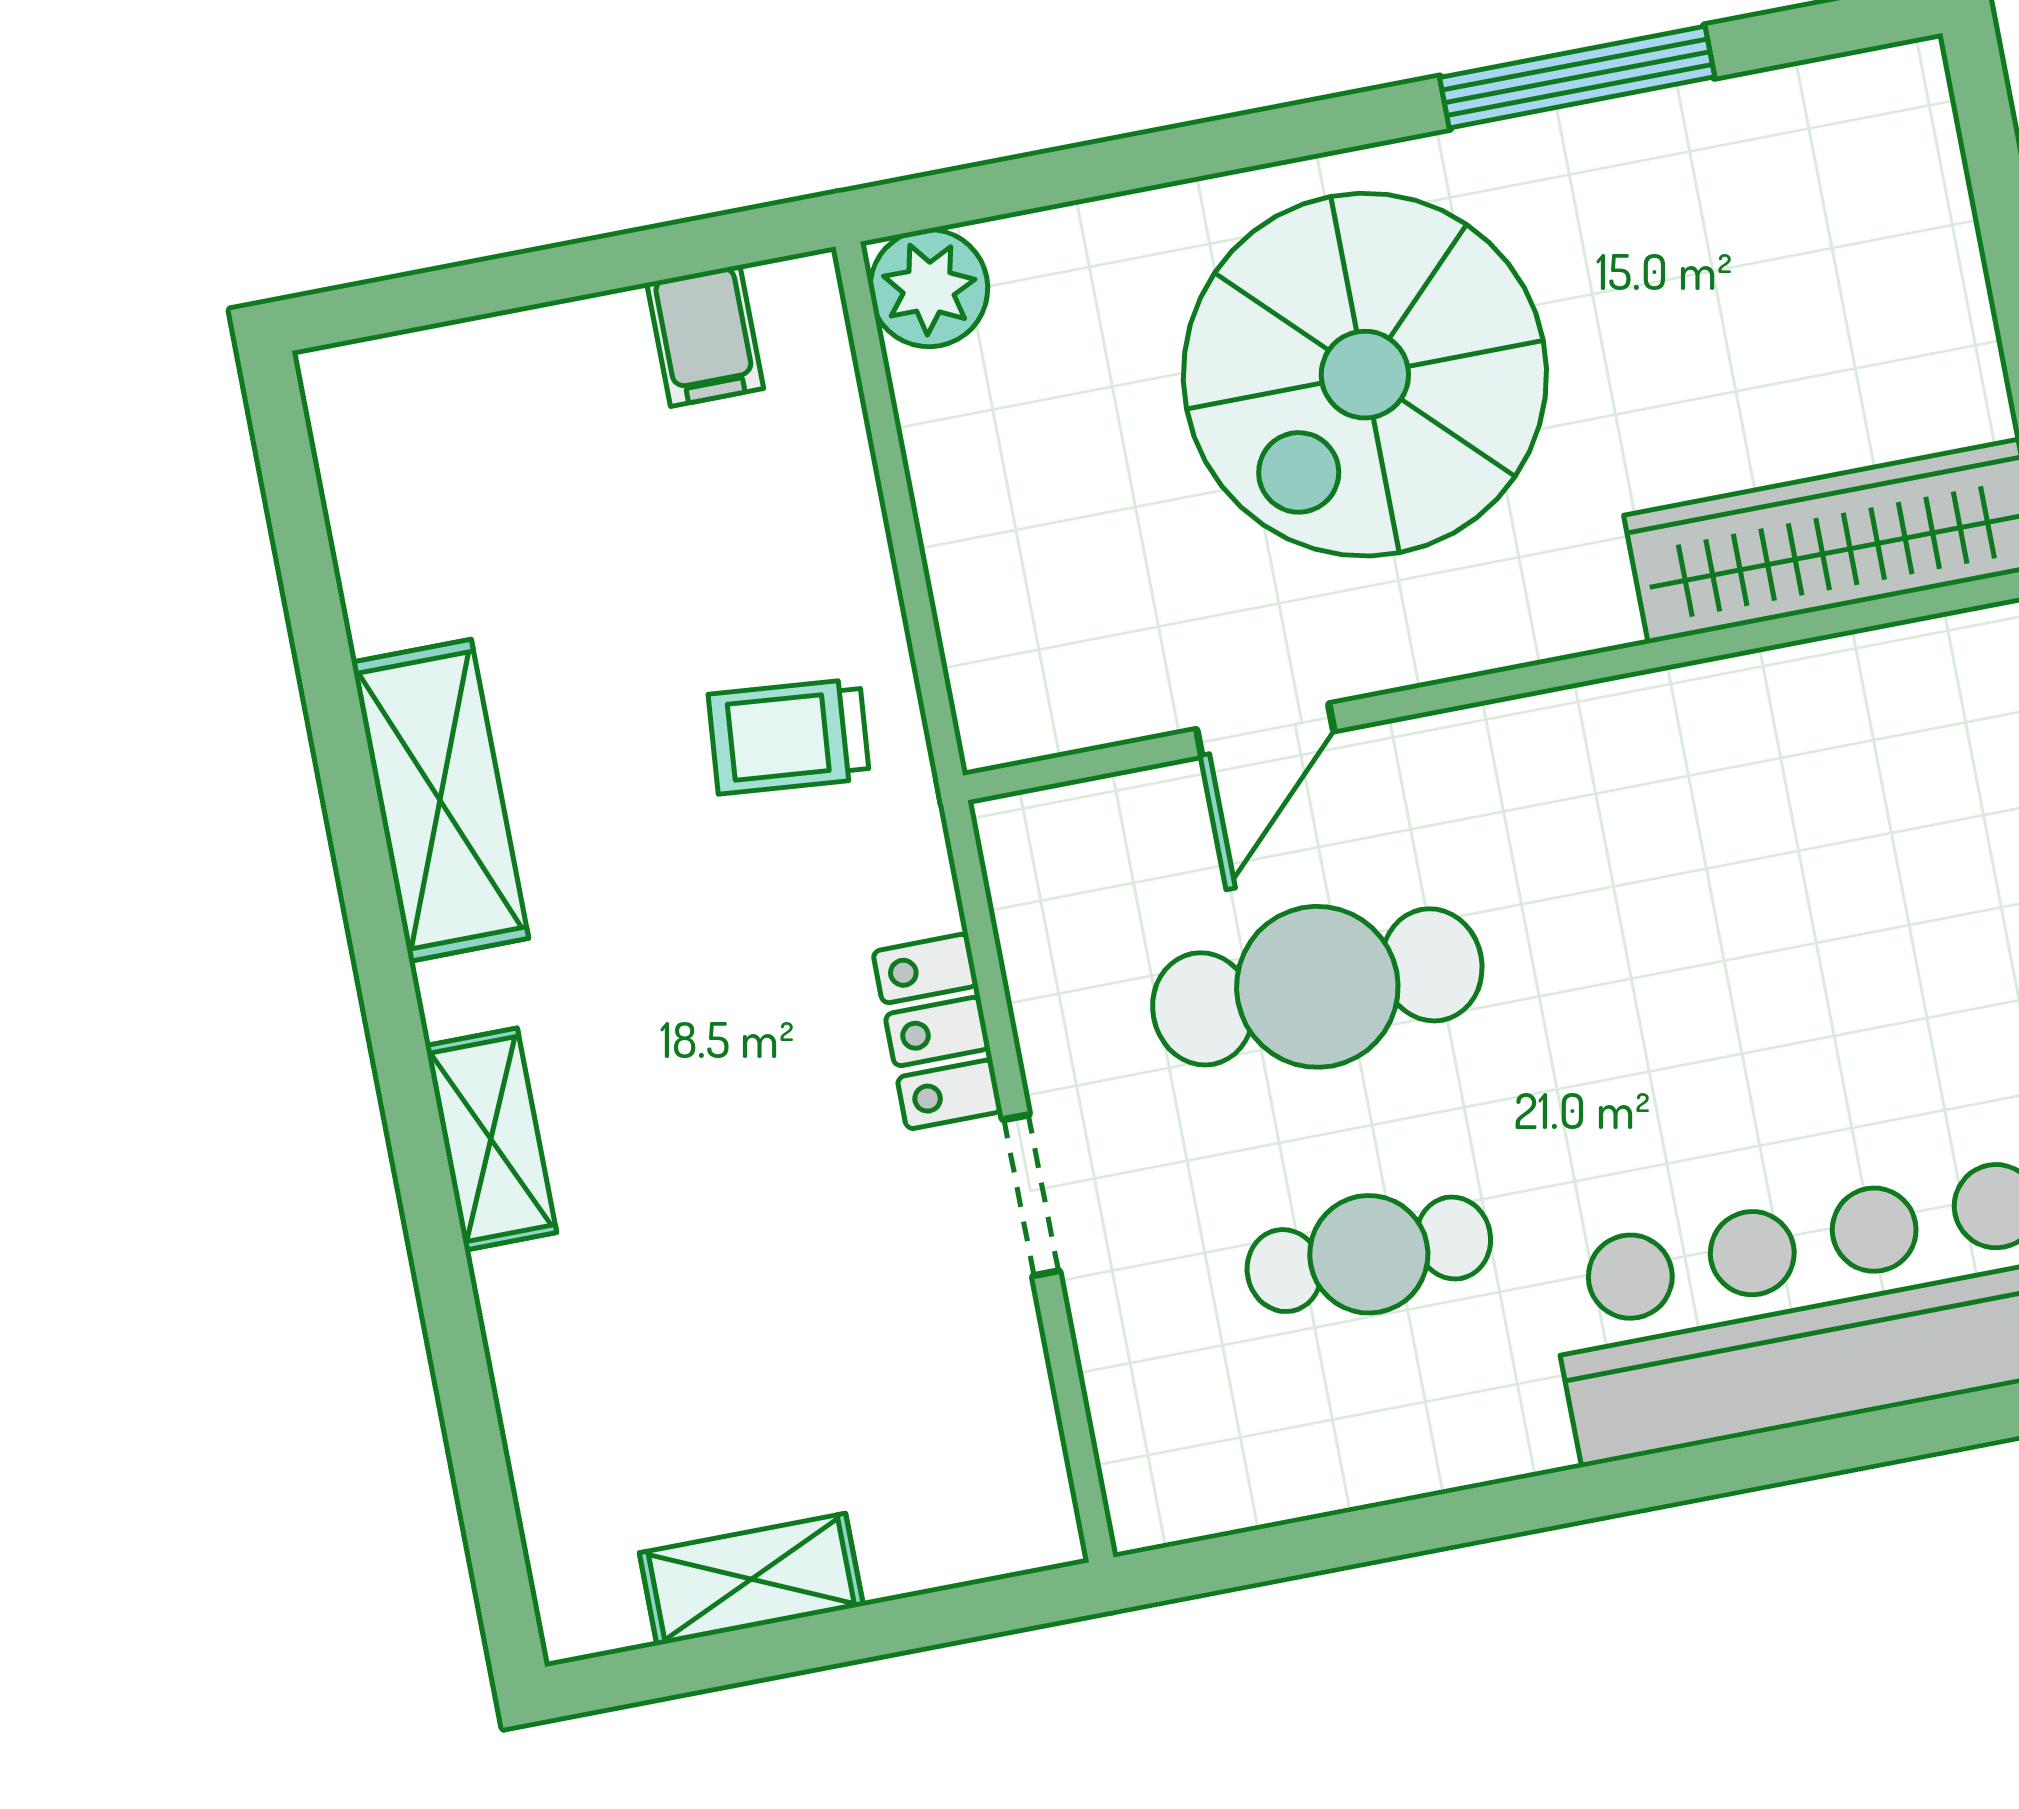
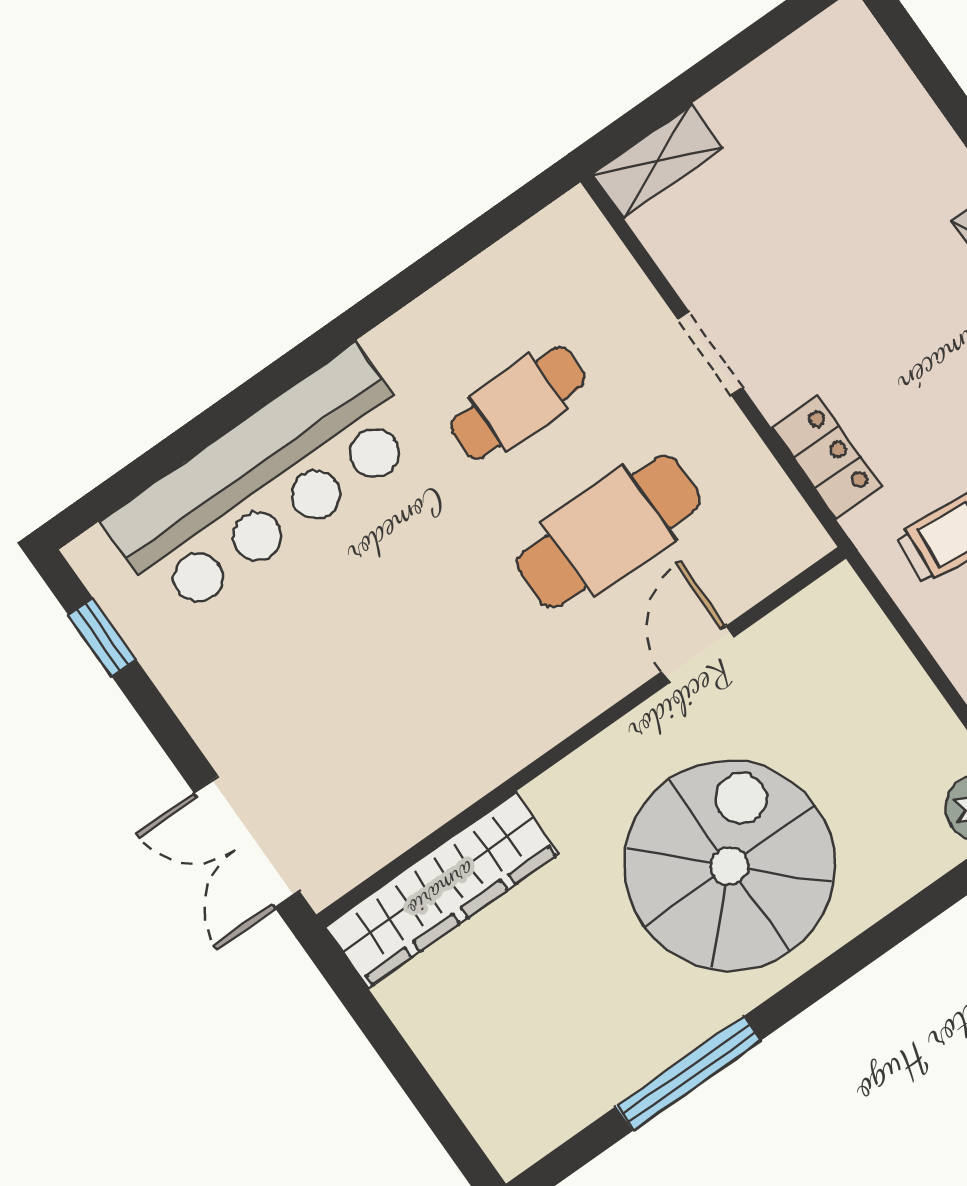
locker: (937, 1031) -> (827, 457), moved
shelving: (751, 1579) -> (657, 161), moved

